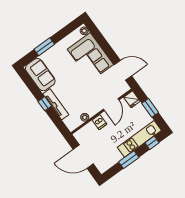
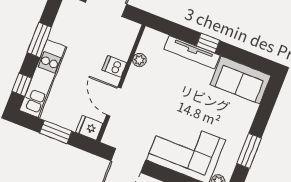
window: (44, 47) -> (249, 151), moved

